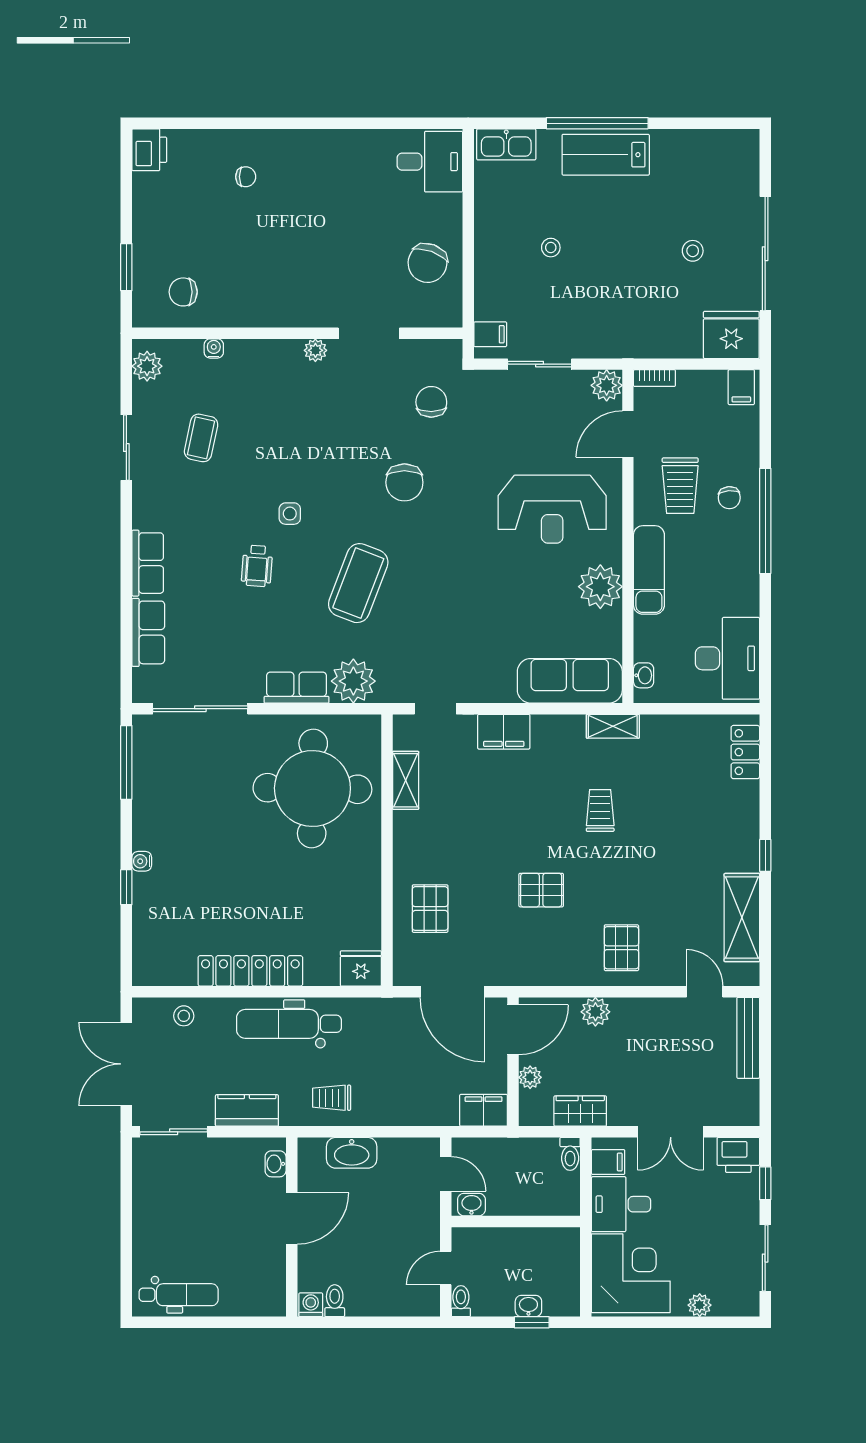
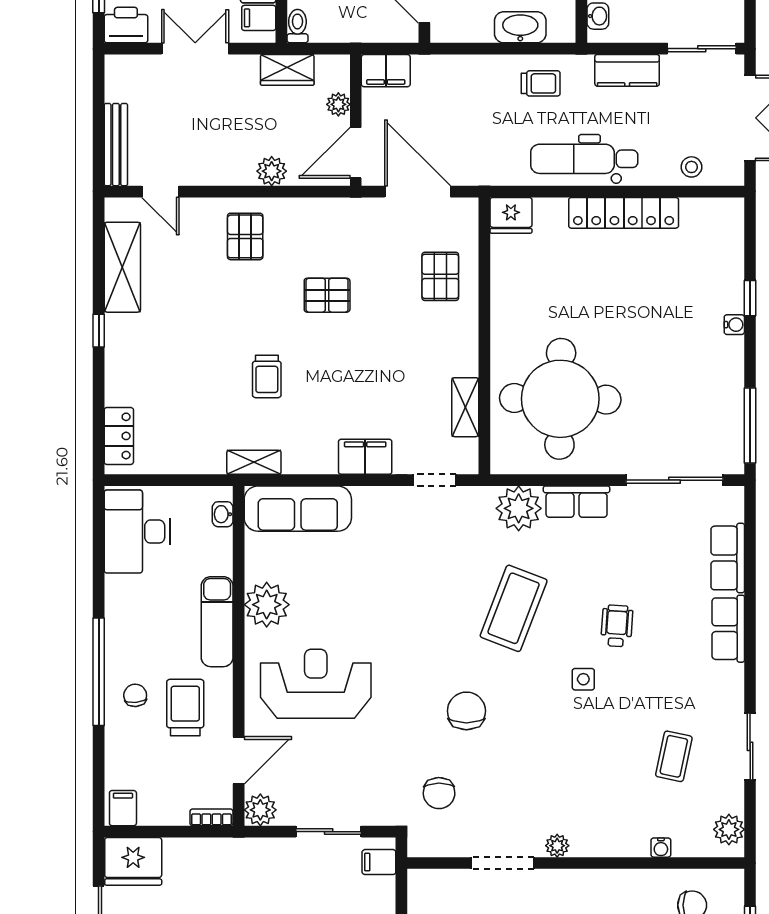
dental chair: (289, 1024) -> (584, 159), turned 180

